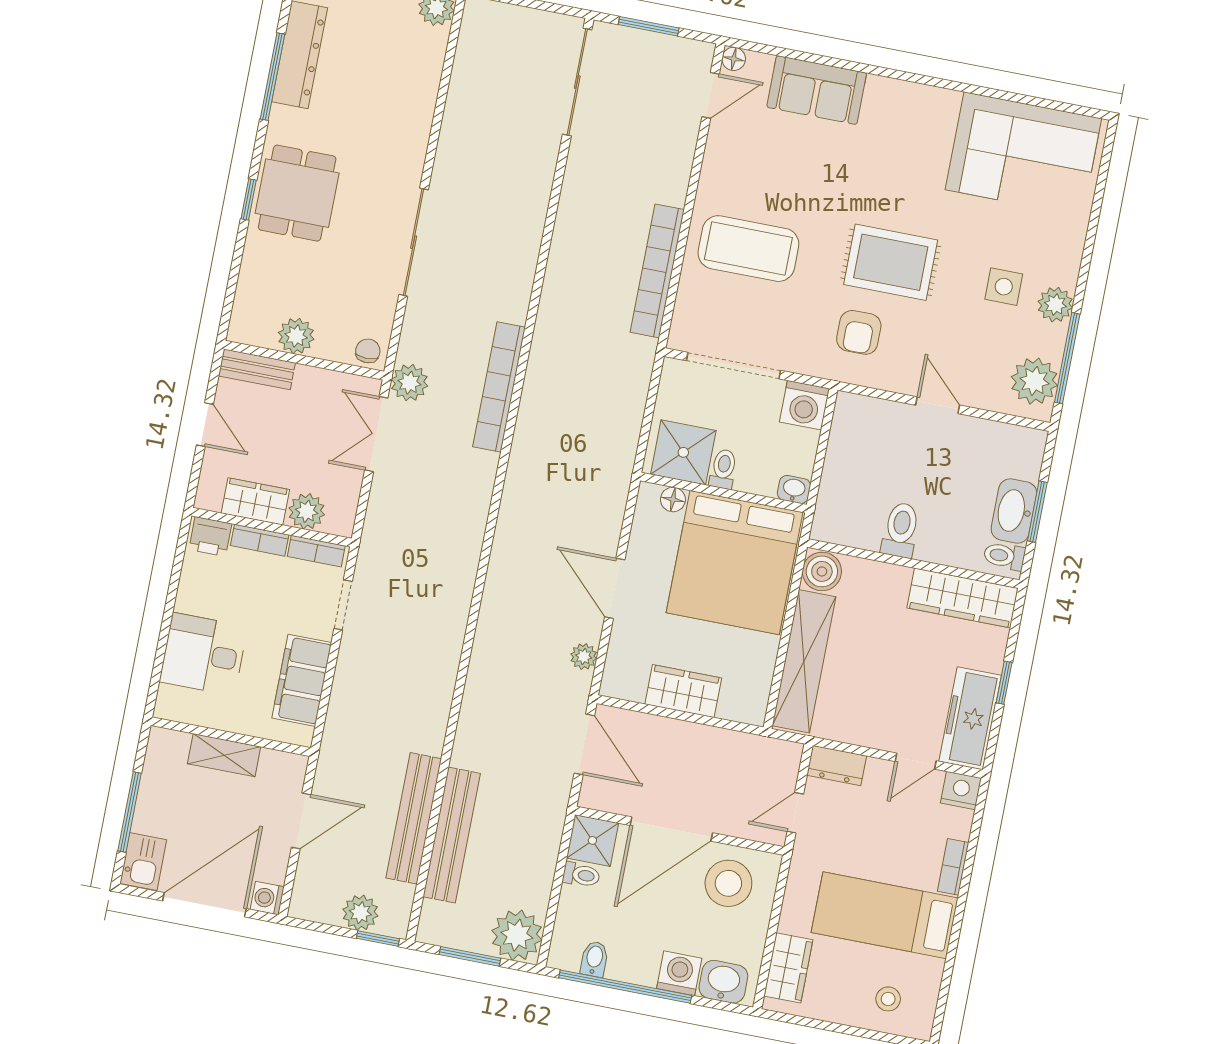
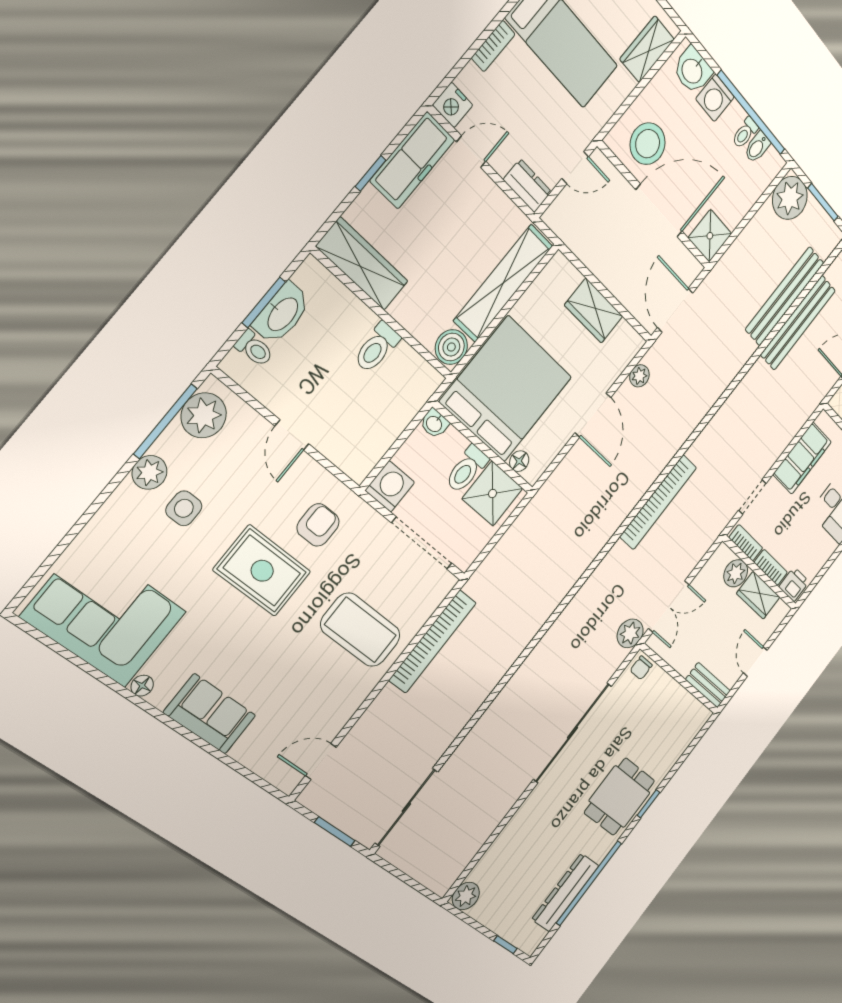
floor lamp: (734, 59) -> (142, 686), moved
window: (273, 77) -> (589, 883), width x1.46
sofa: (817, 90) -> (210, 714), moved
sliding door: (414, 242) -> (573, 733), width x1.36
plant: (296, 336) -> (675, 698), removed
bookcase: (499, 387) -> (658, 502), moved
toilet: (723, 469) -> (467, 469), width x1.37, depth x1.39
toilet: (1004, 556) -> (254, 349), moved
toilet: (581, 875) -> (745, 133), moved, turned -90

